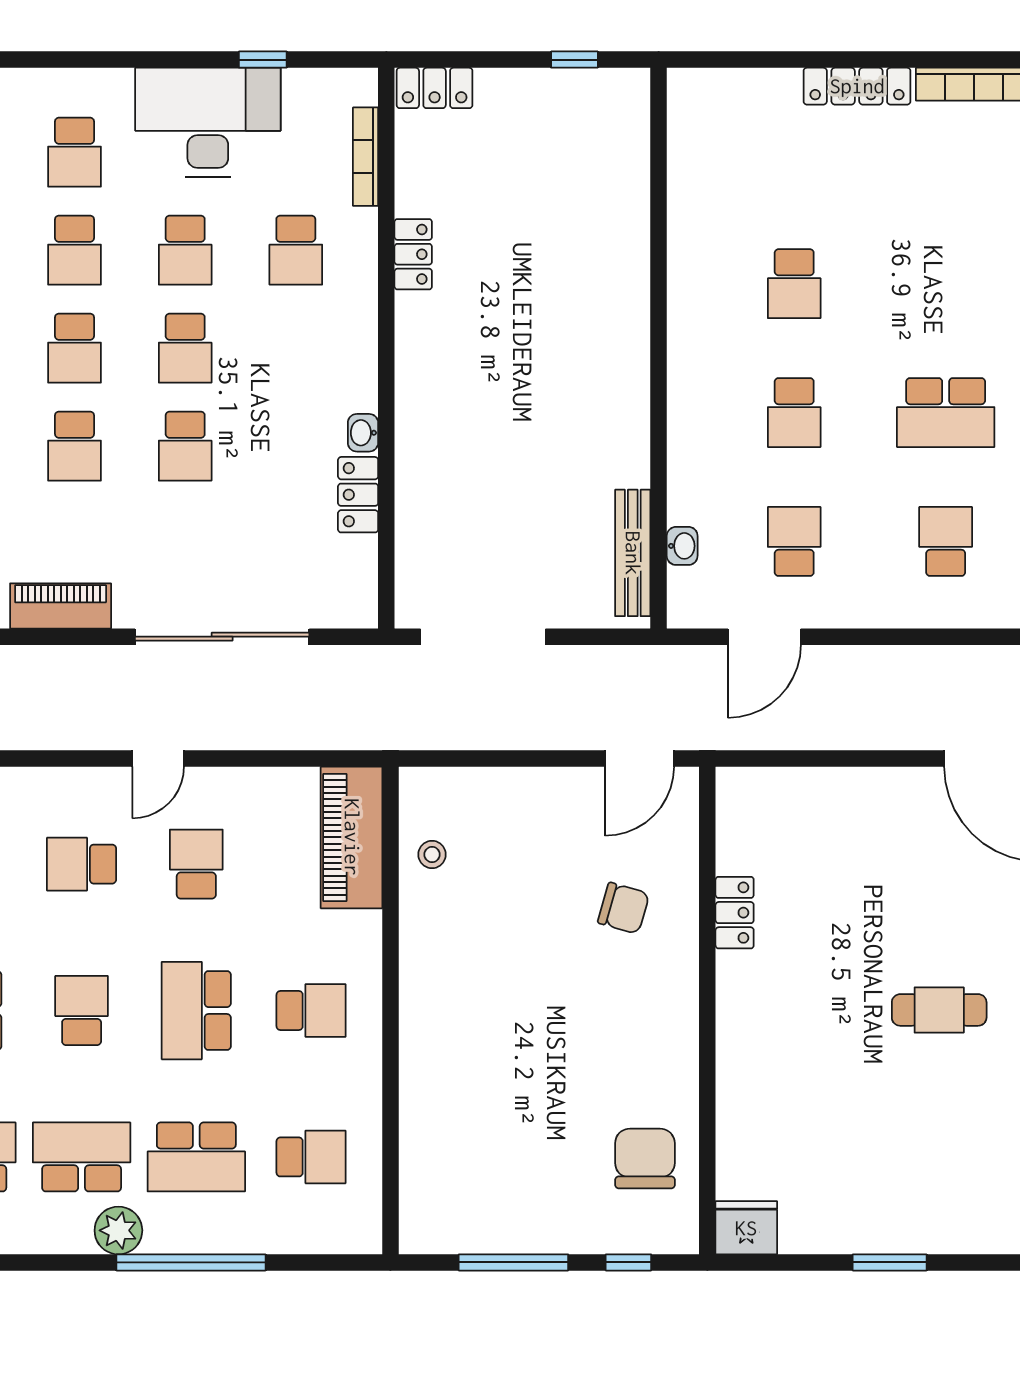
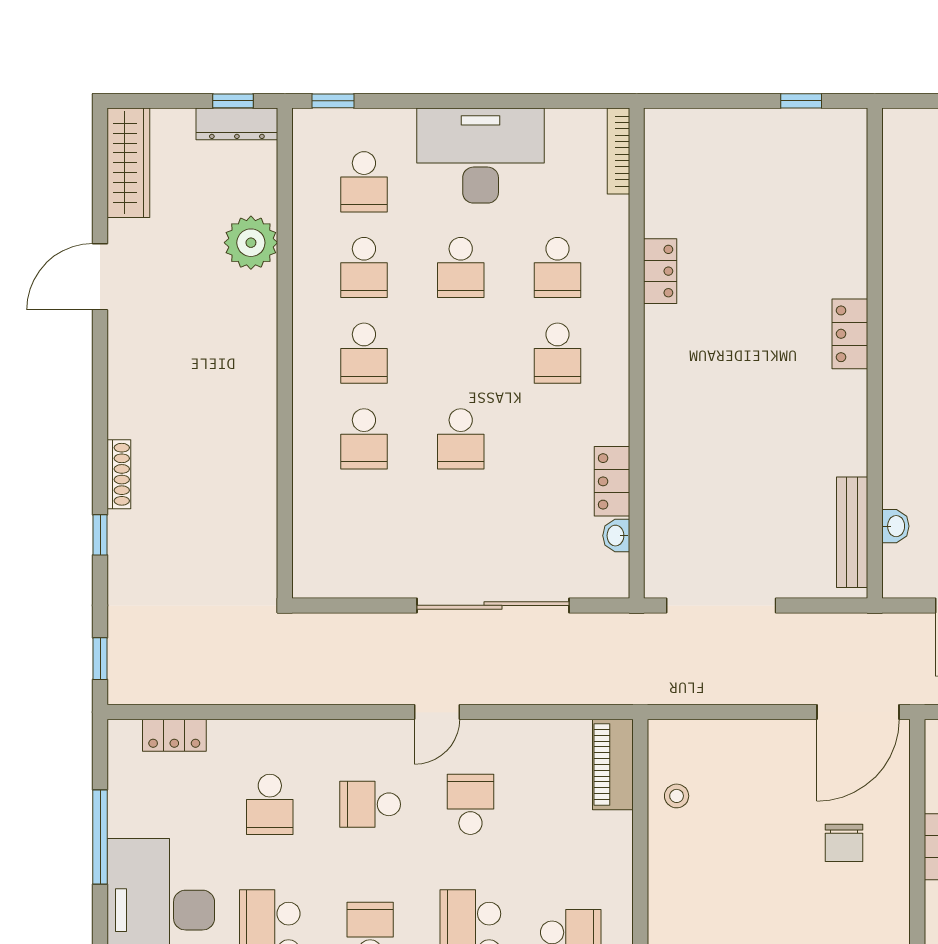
window: (263, 60) -> (333, 101), moved
locker: (435, 88) -> (850, 334), moved, turned 90
bookcase: (366, 157) -> (618, 151), moved
school desk: (185, 348) -> (557, 353), moved
washbasin: (363, 433) -> (616, 536), moved
piano: (61, 606) -> (352, 579), removed
door: (640, 759) -> (858, 712), width x1.36
piano: (352, 837) -> (613, 764), width x0.73, depth x0.75
chair: (624, 908) -> (844, 843), turned 74

